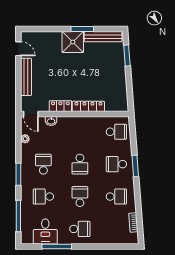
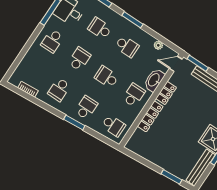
window: (18, 96) -> (198, 63), added
washbasin: (51, 121) -> (154, 80), width x1.91, depth x1.45
school desk: (80, 132) -> (134, 95), added
school desk: (116, 132) -> (113, 126), turned -90
school desk: (43, 197) -> (100, 28), turned -90
school desk: (80, 197) -> (79, 59), turned -90

